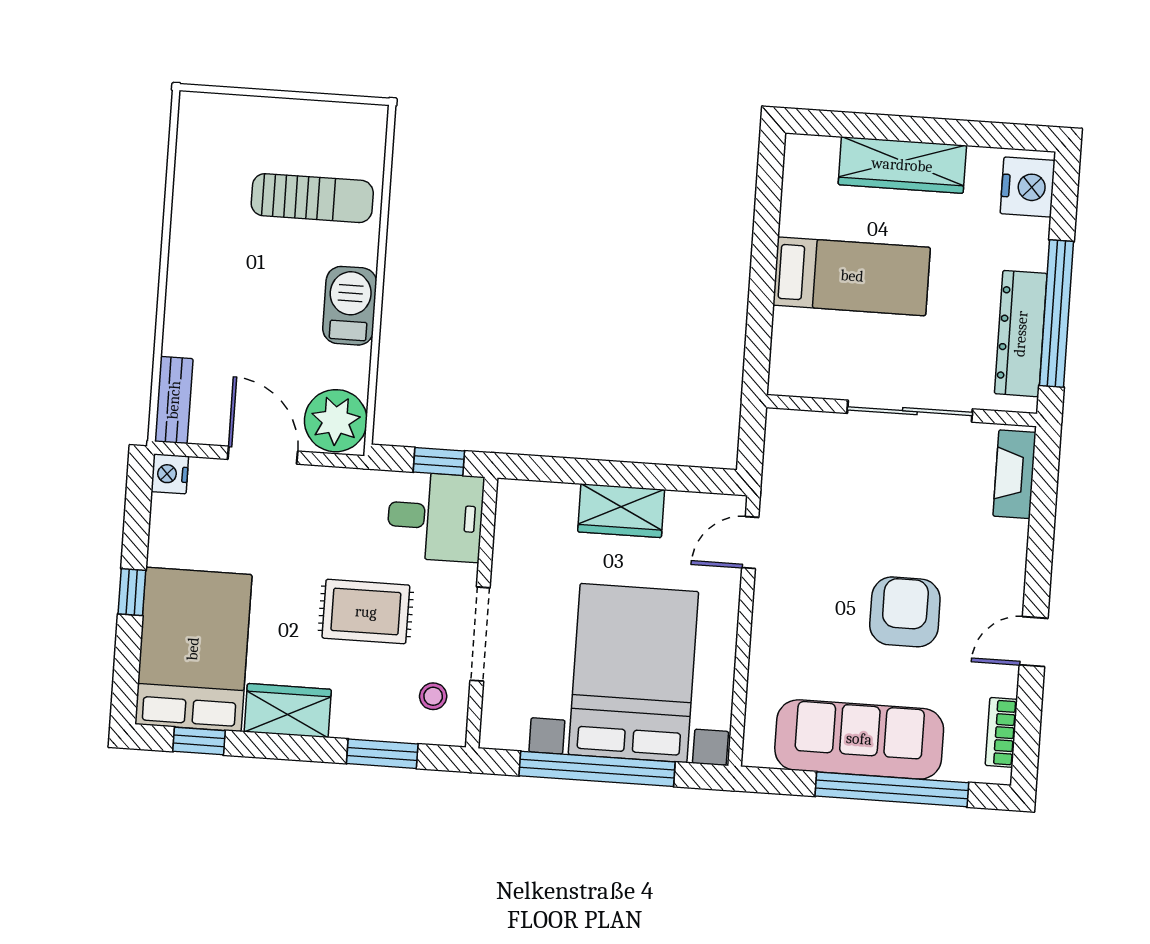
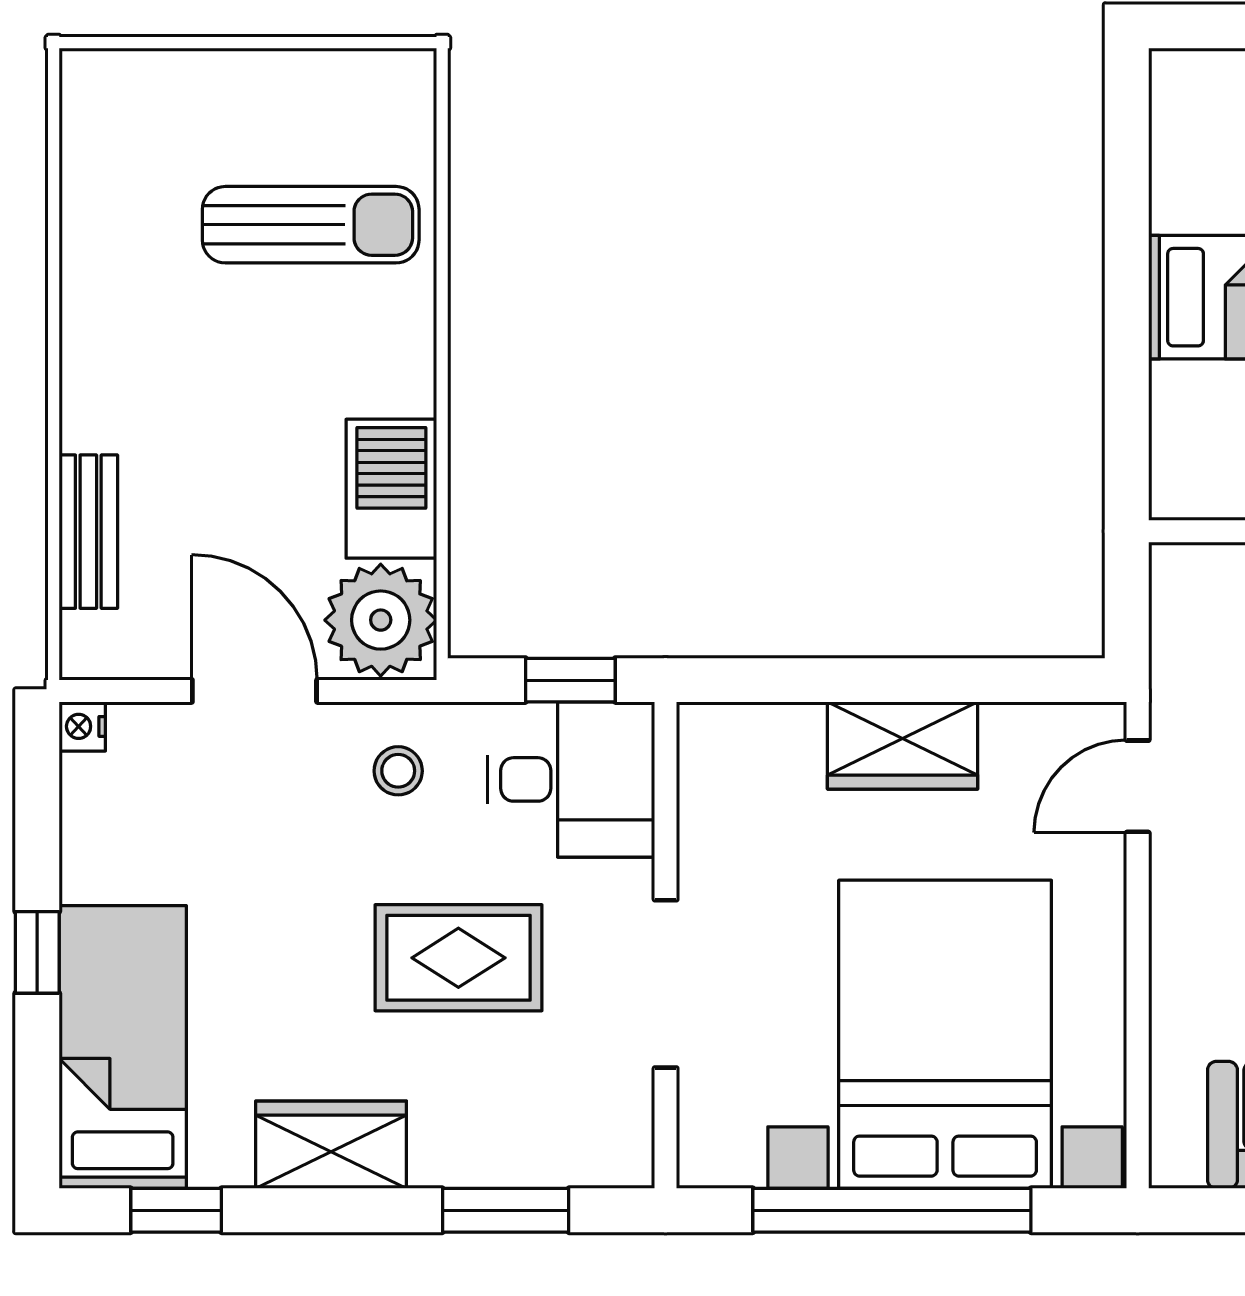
barbecue: (350, 306) -> (391, 489), moved
bench: (174, 400) -> (88, 532), moved
nightstand: (170, 474) -> (82, 726), width x0.72, depth x0.74
bed: (193, 649) -> (123, 1047), width x0.67
stool: (433, 696) -> (398, 771), moved

